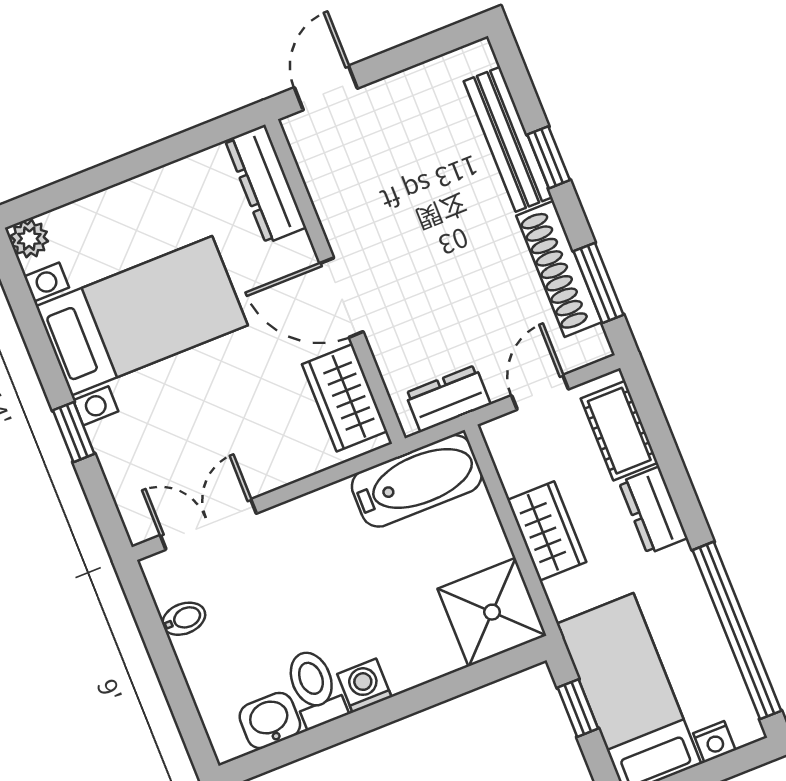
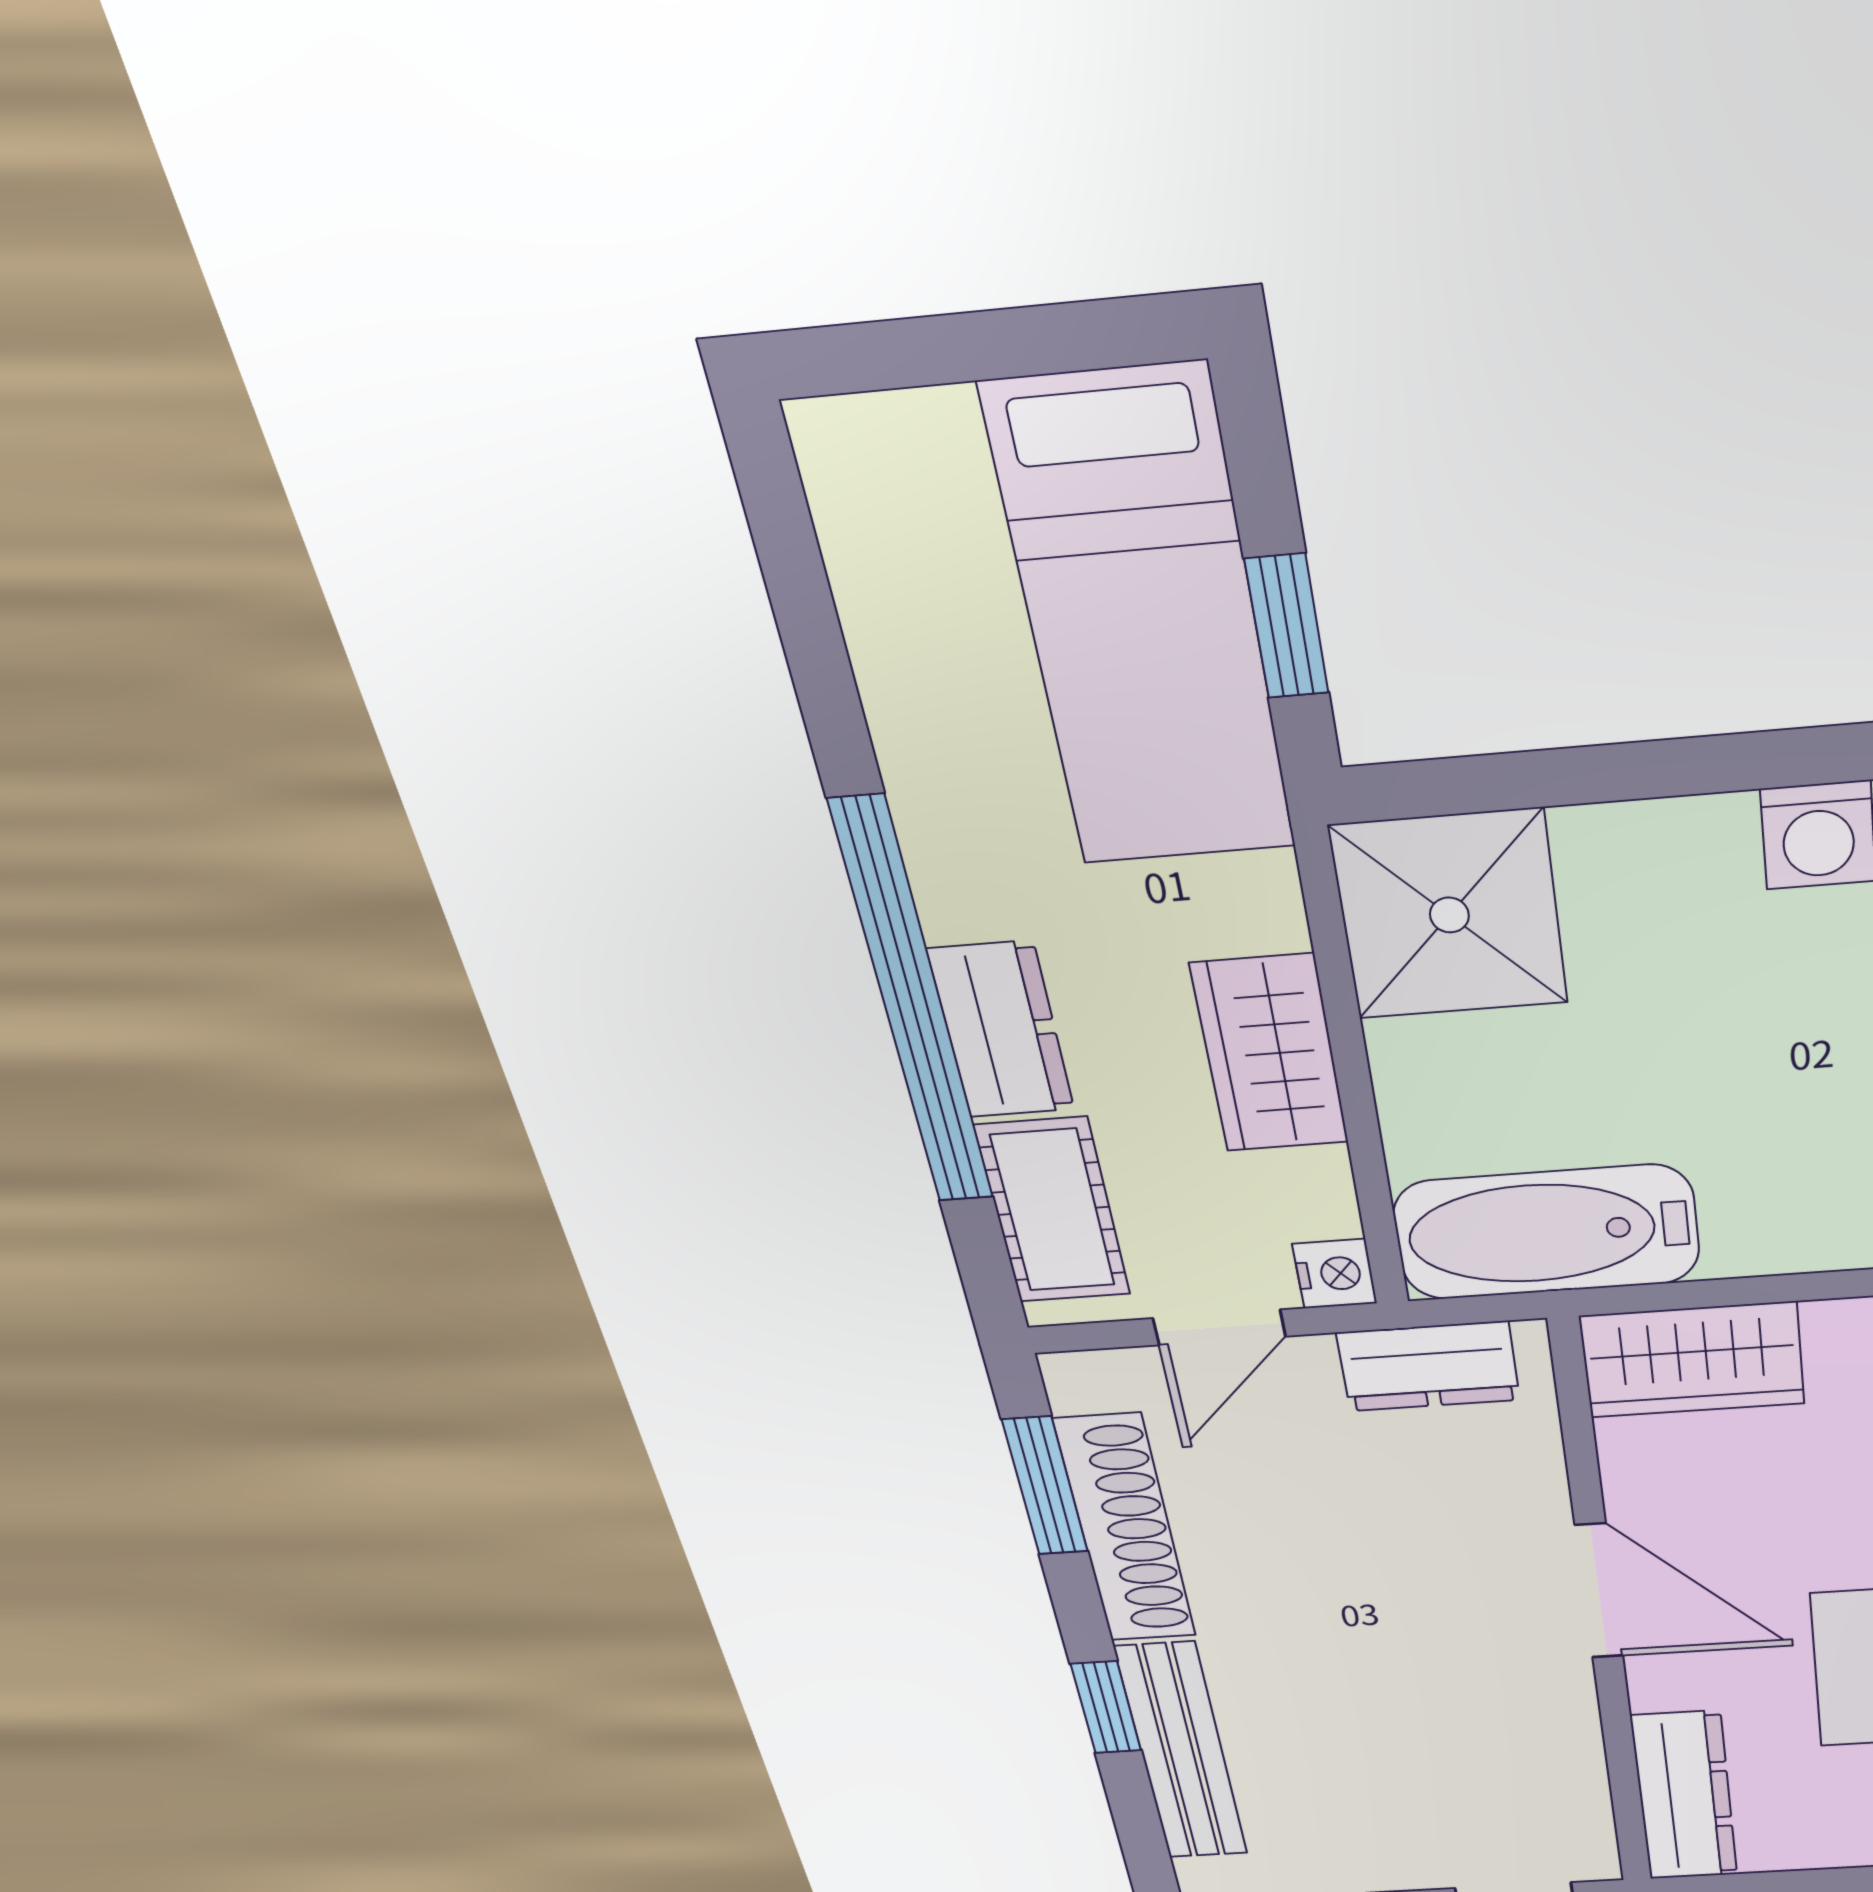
wardrobe: (345, 398) -> (1692, 1360), moved, turned 90
window: (737, 630) -> (913, 1006), moved
nightstand: (714, 742) -> (1335, 1274), moved, turned 90

